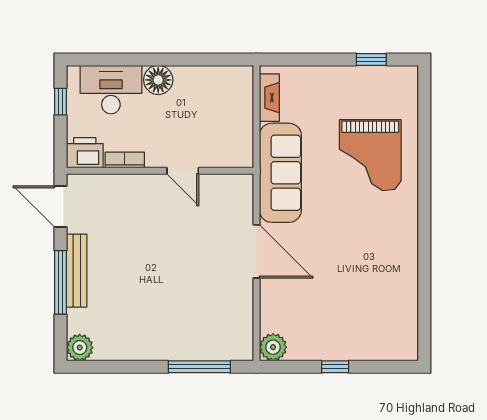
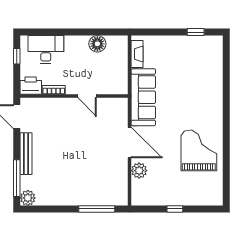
floor lamp: (158, 80) -> (97, 44), moved
grand piano: (370, 155) -> (199, 150), moved, turned 180
window: (60, 282) -> (17, 178), moved
plant: (273, 347) -> (139, 171), moved

